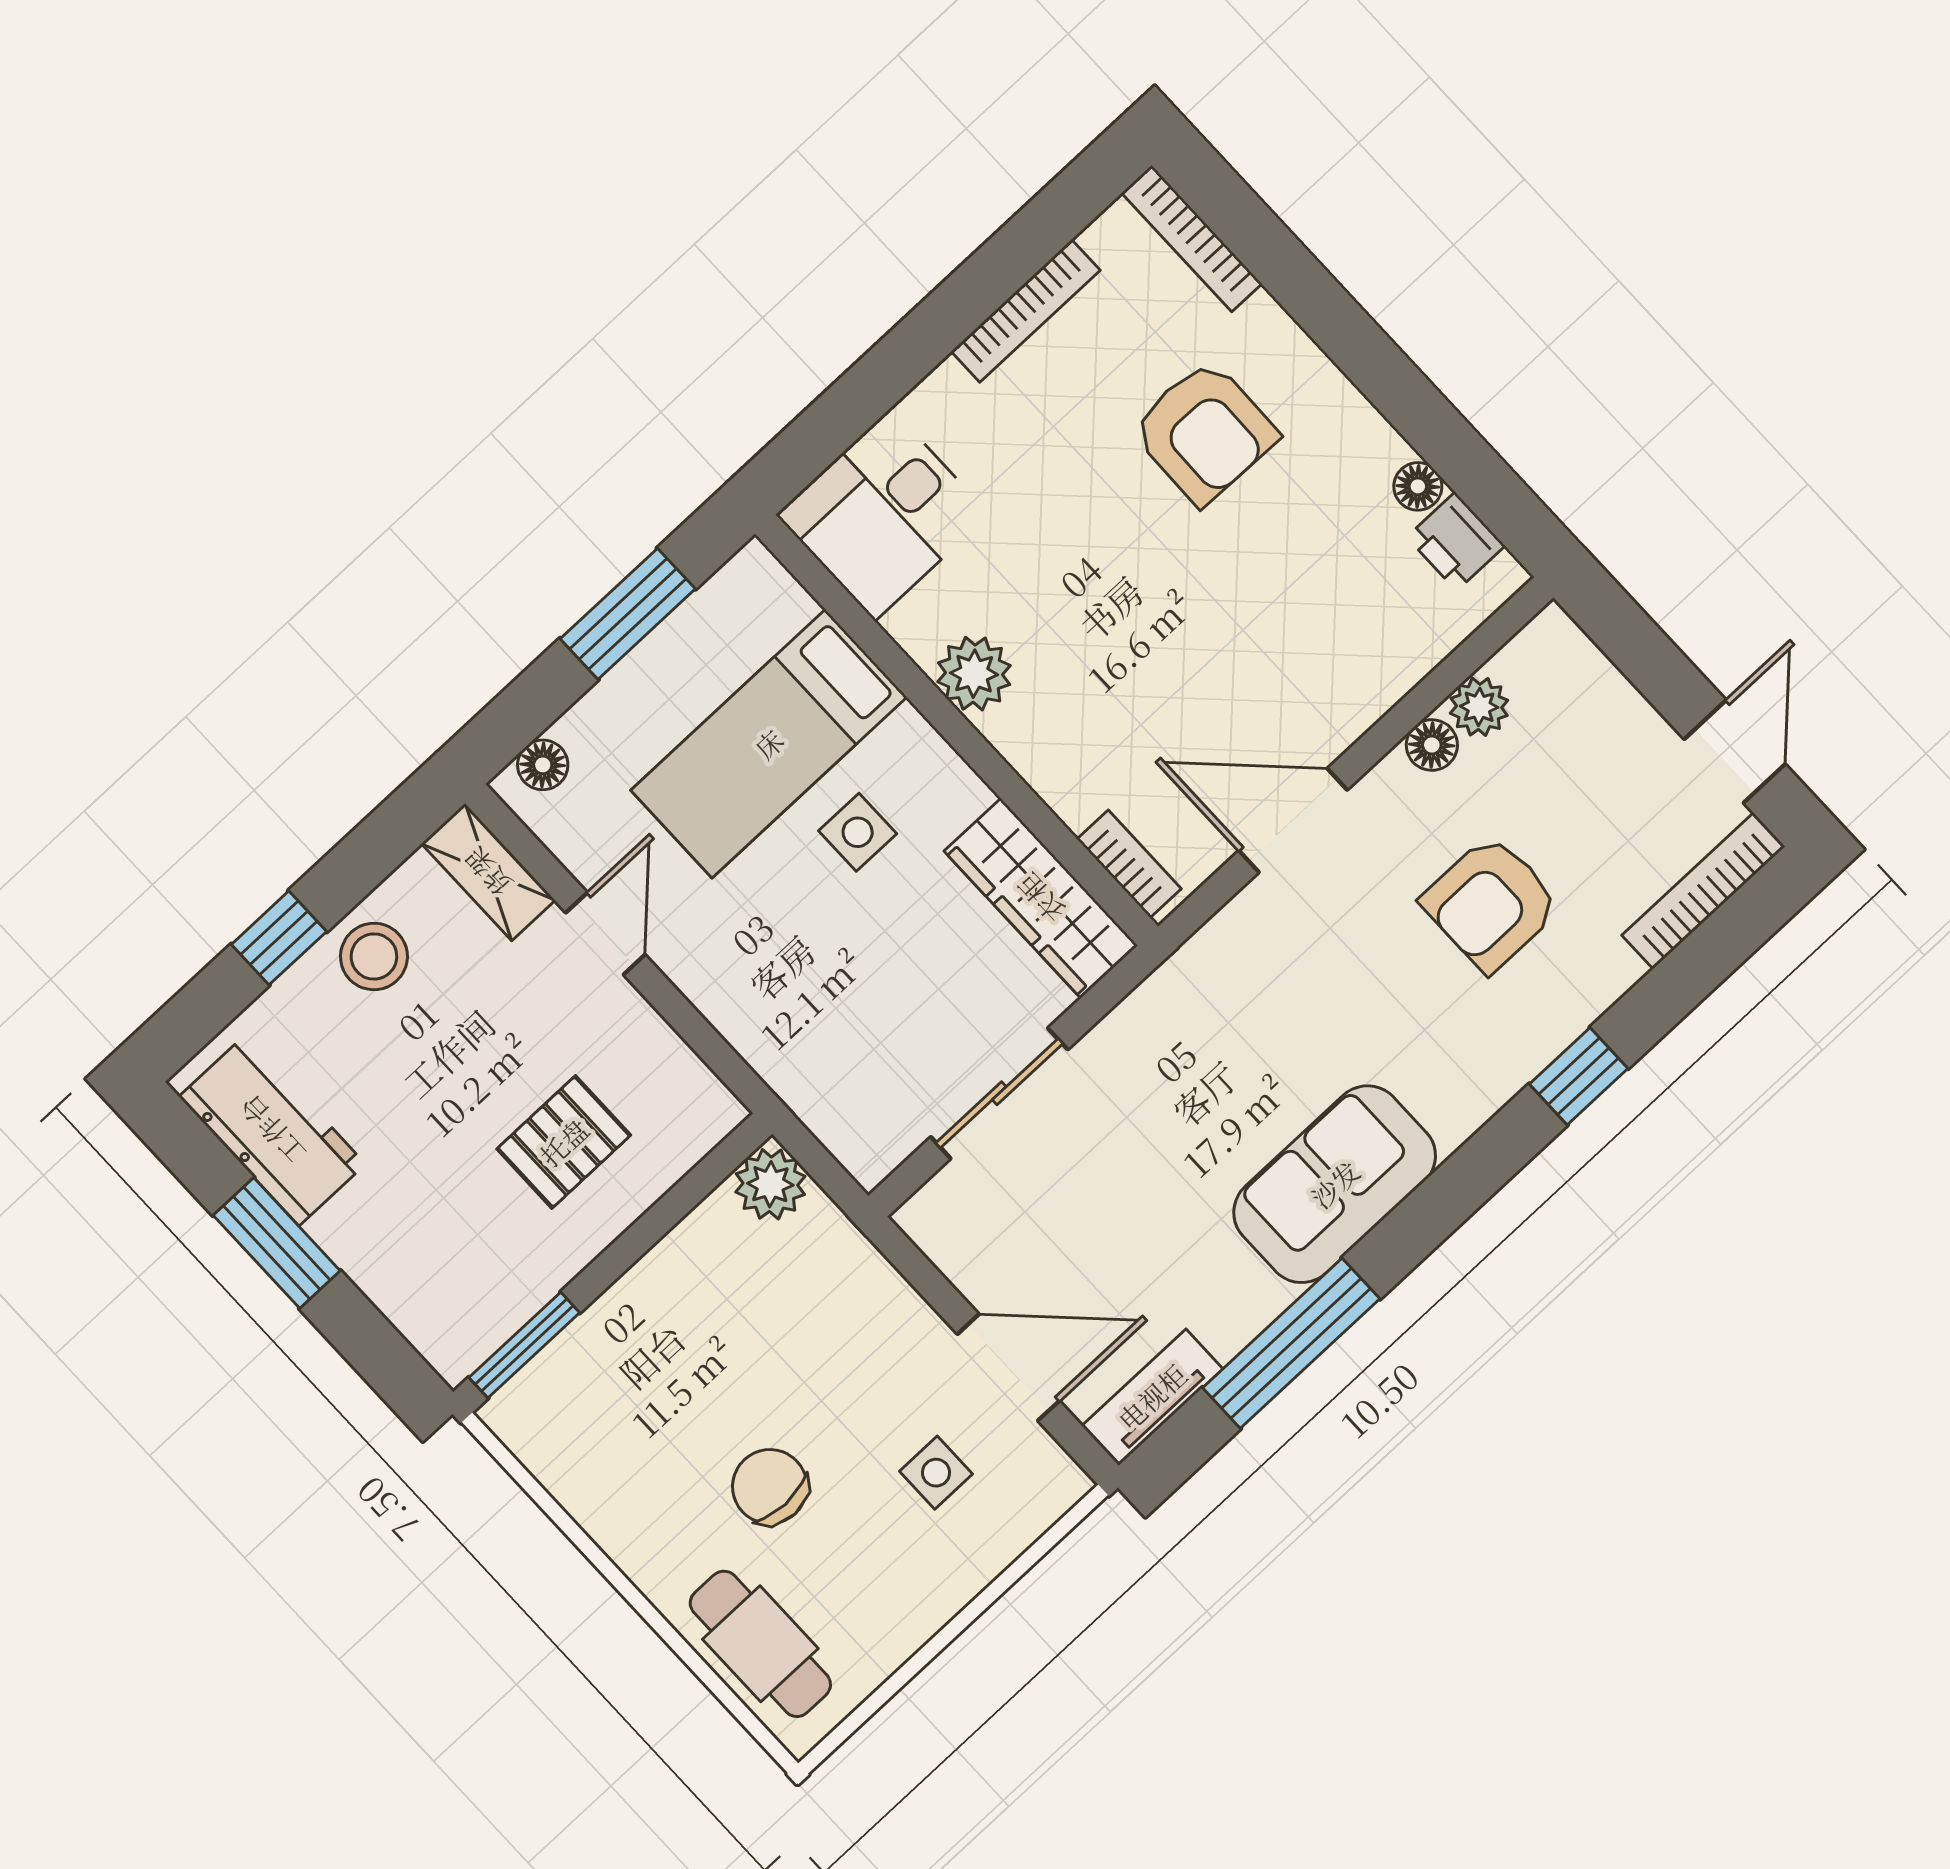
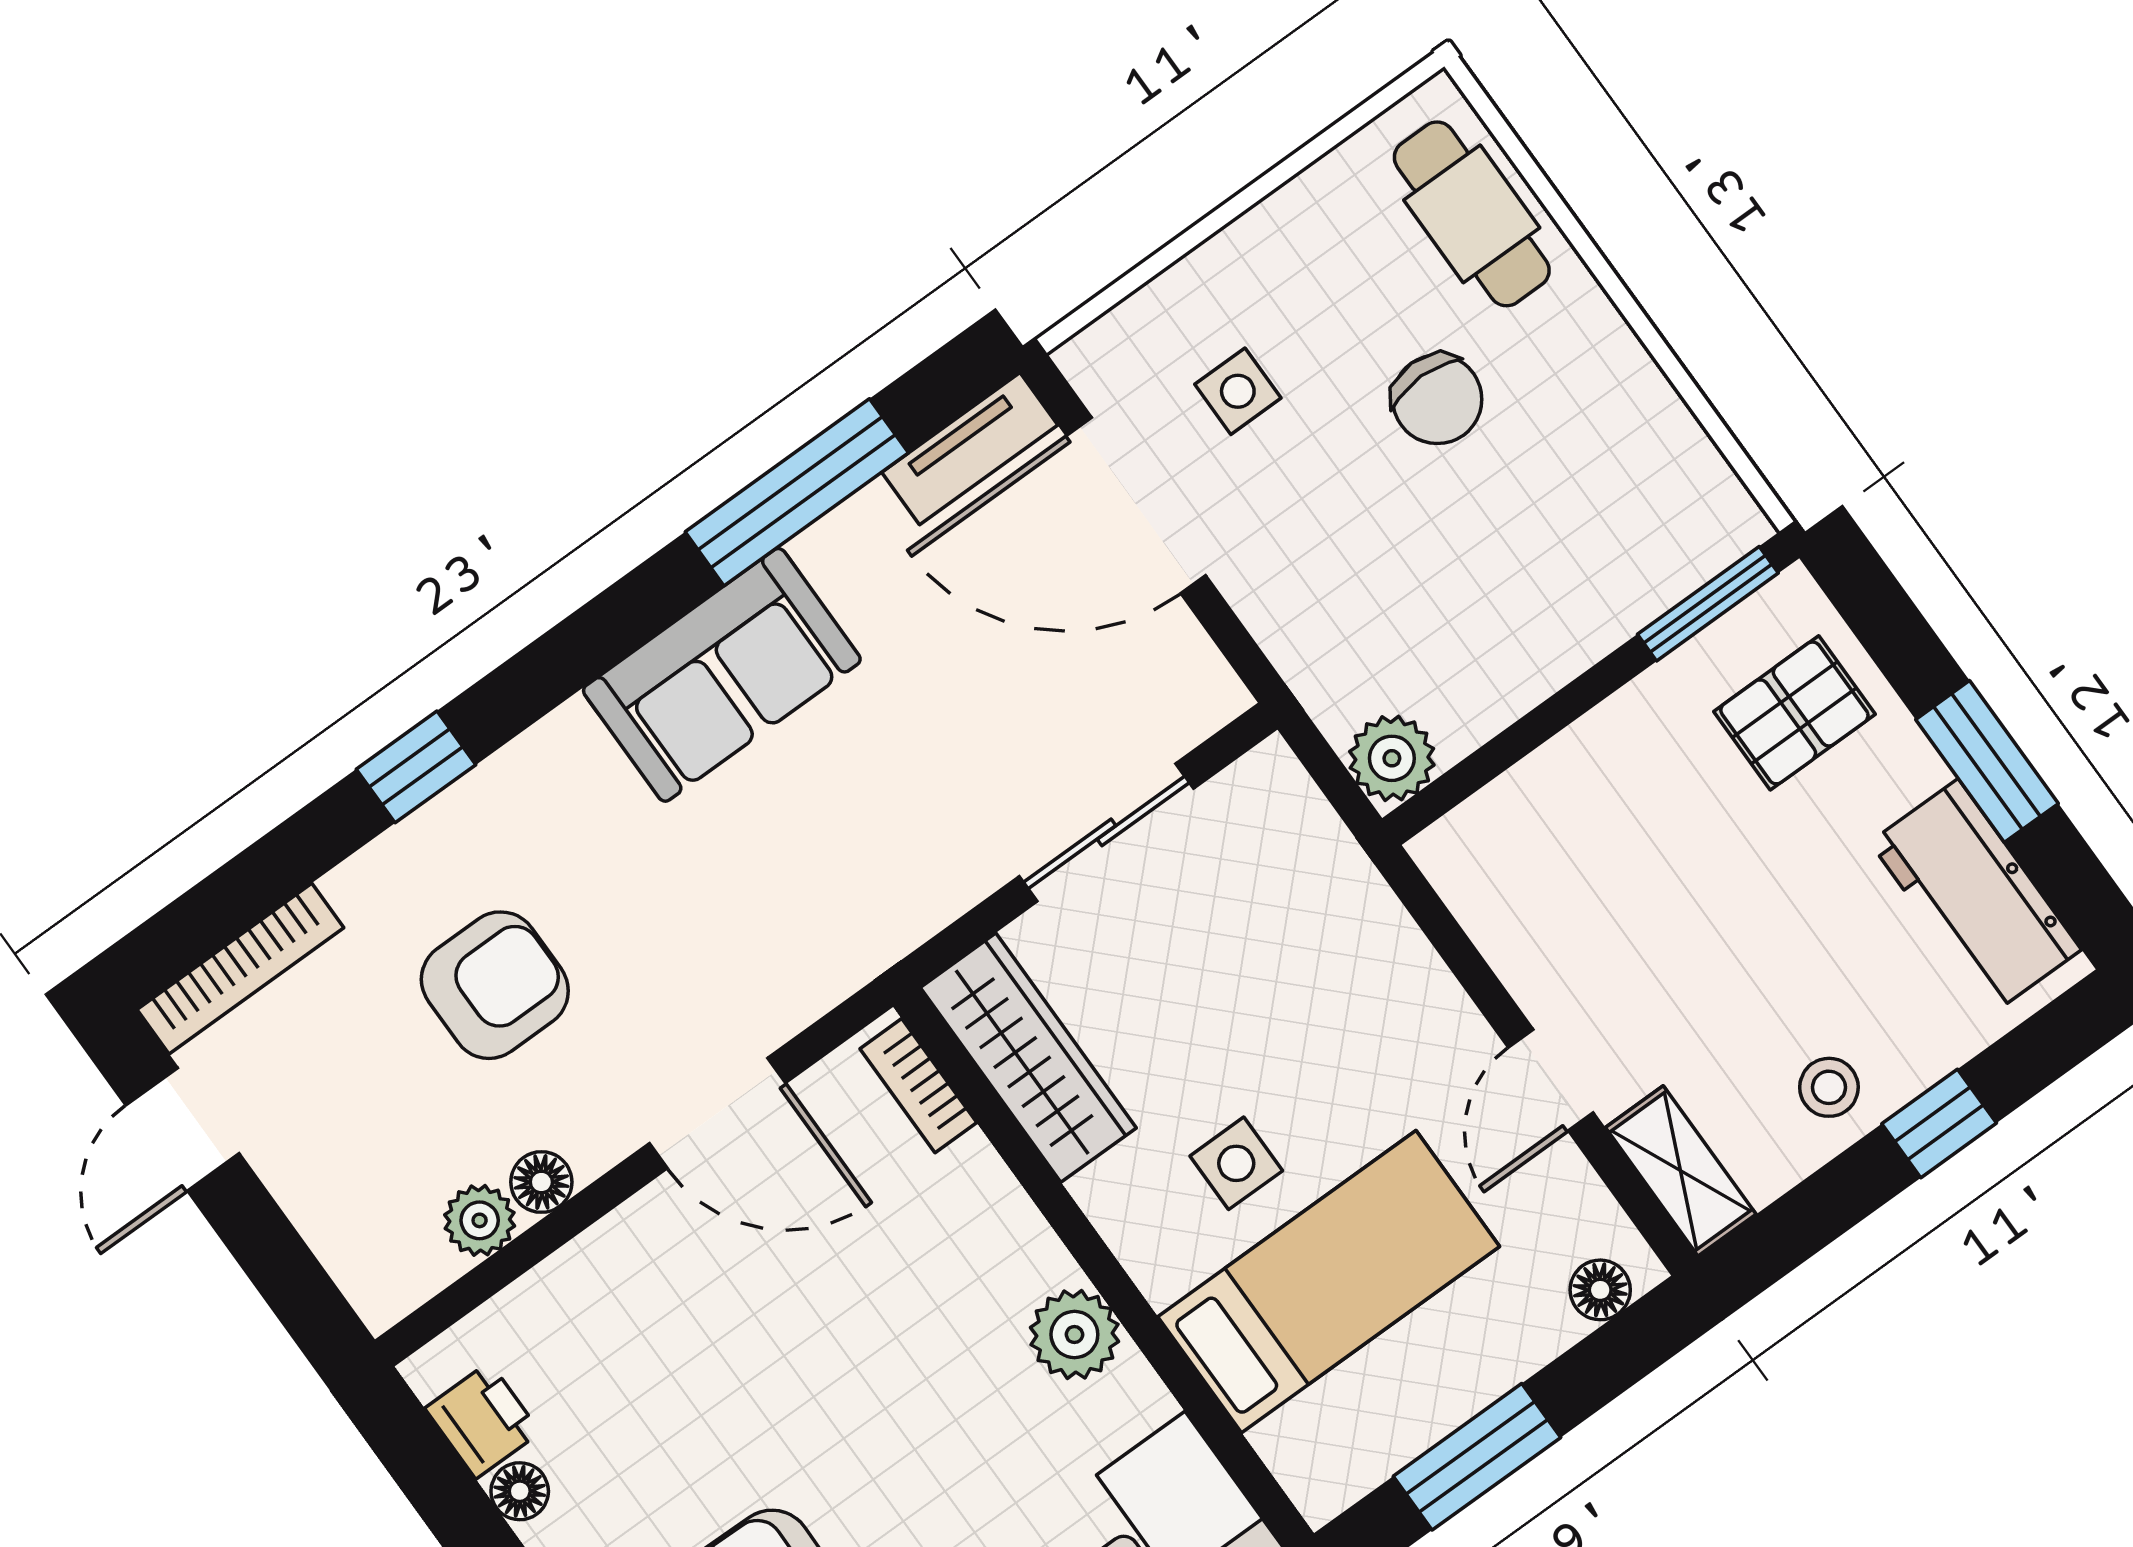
stool: (374, 956) -> (1829, 1087), width x0.73, depth x0.73
pallet: (564, 1142) -> (1794, 713), moved
door: (1008, 1367) -> (1136, 505), width x1.36

